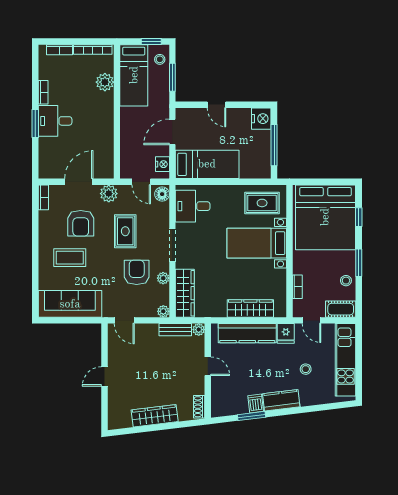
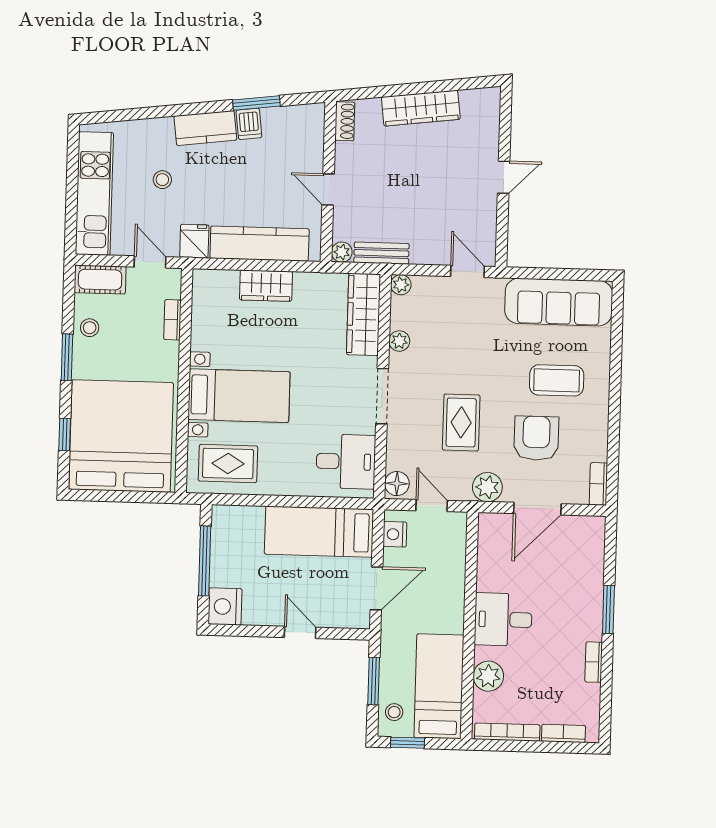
desk: (55, 121) -> (503, 619), moved, turned 180
armchair: (137, 272) -> (444, 352), removed
wardrobe: (250, 308) -> (266, 286), width x0.67

